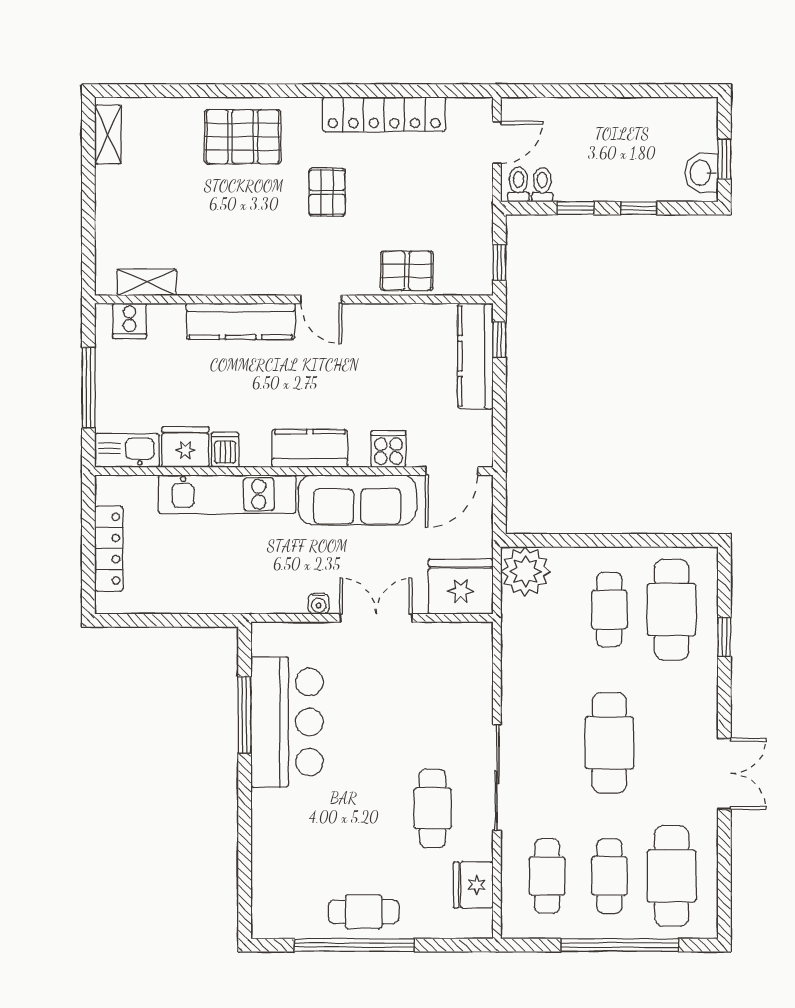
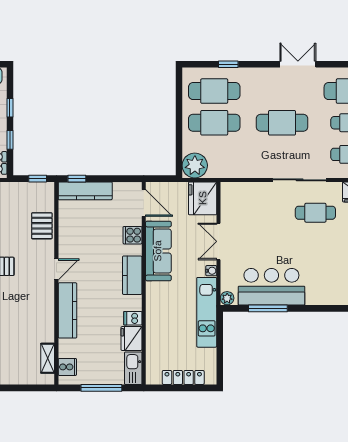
kitchen unit: (227, 494) -> (207, 312), moved, turned 180
cafe table: (609, 610) -> (214, 123), width x1.37, depth x1.35
plant: (265, 635) -> (227, 298), added

